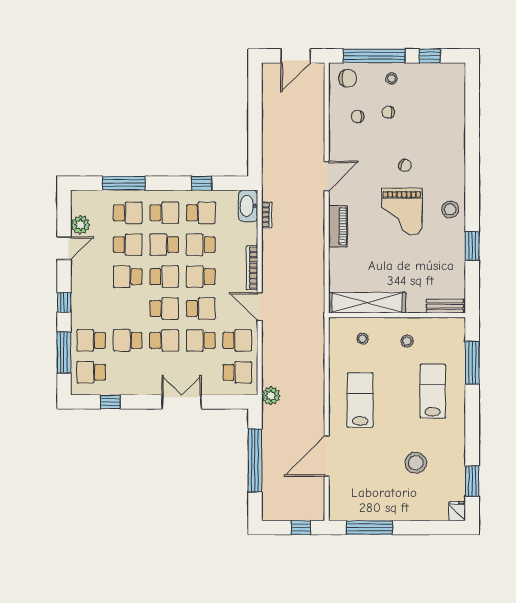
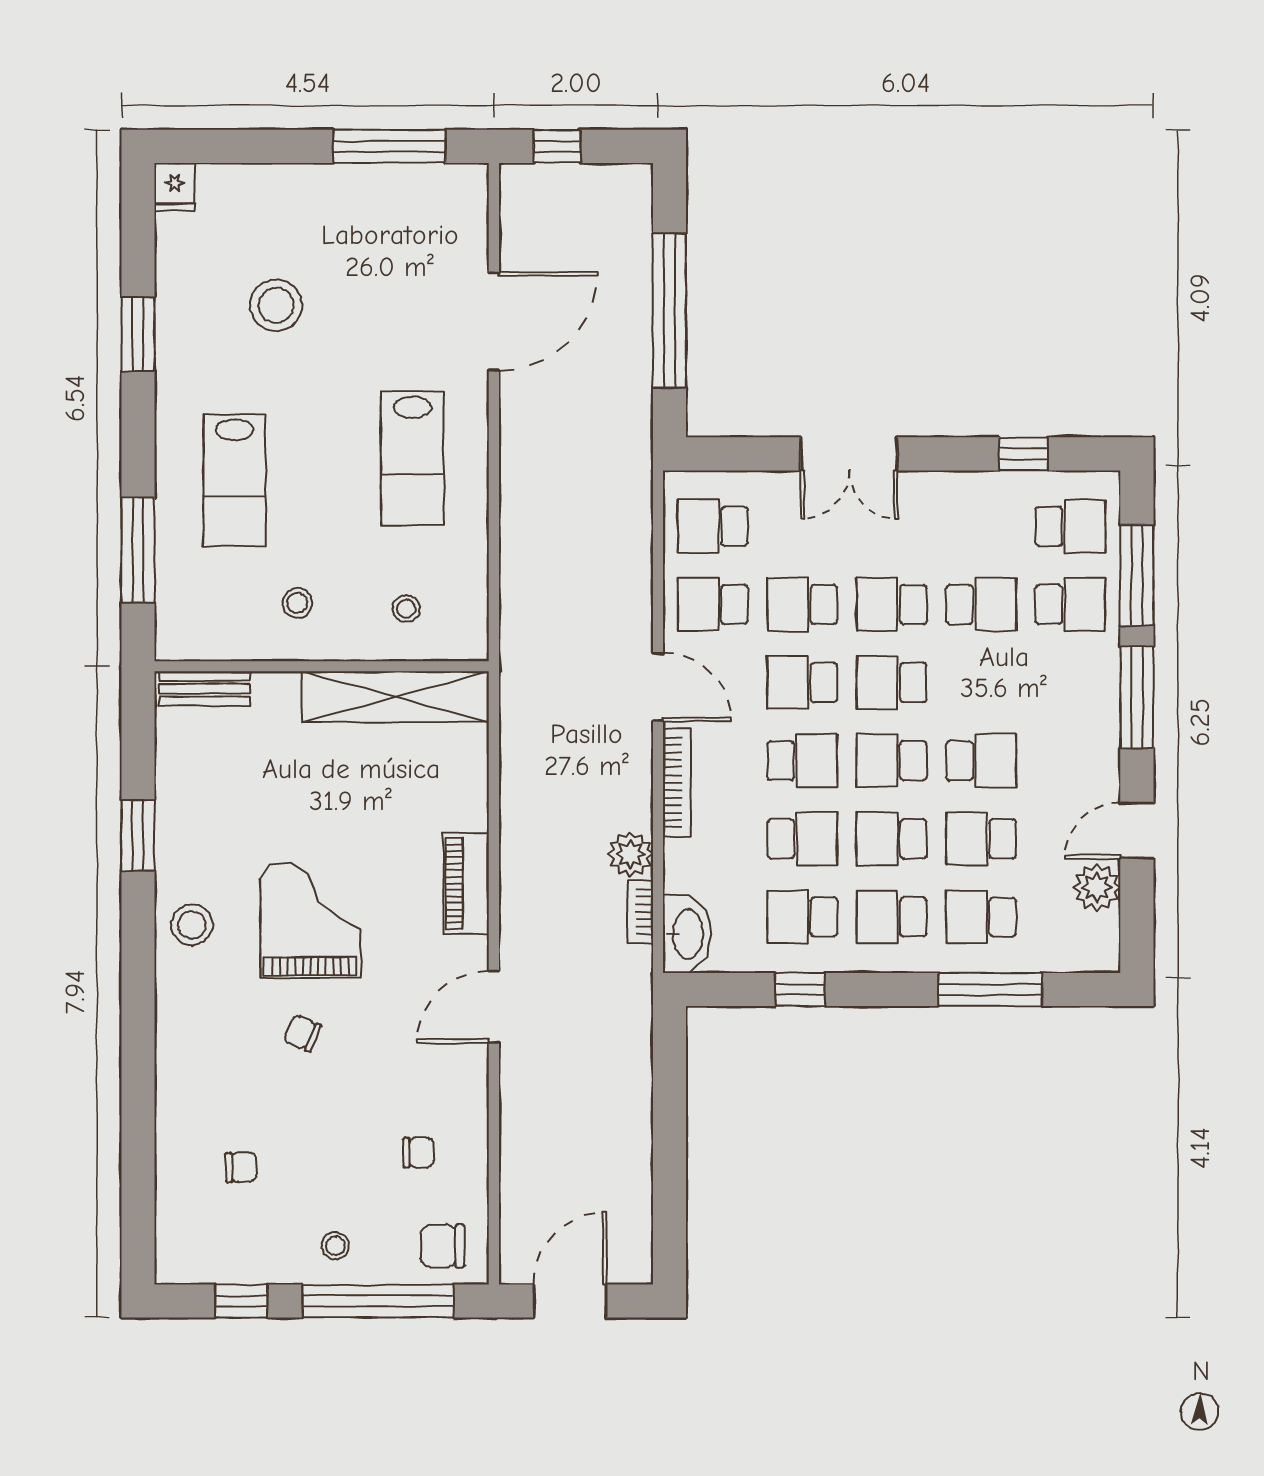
chair: (388, 112) -> (241, 1167), moved
school desk: (164, 245) -> (892, 839), turned 180
window: (64, 302) -> (1137, 697), width x2.17
school desk: (201, 340) -> (802, 604), turned 180
plant: (271, 396) -> (630, 854), moved
window: (472, 481) -> (138, 334), moved

